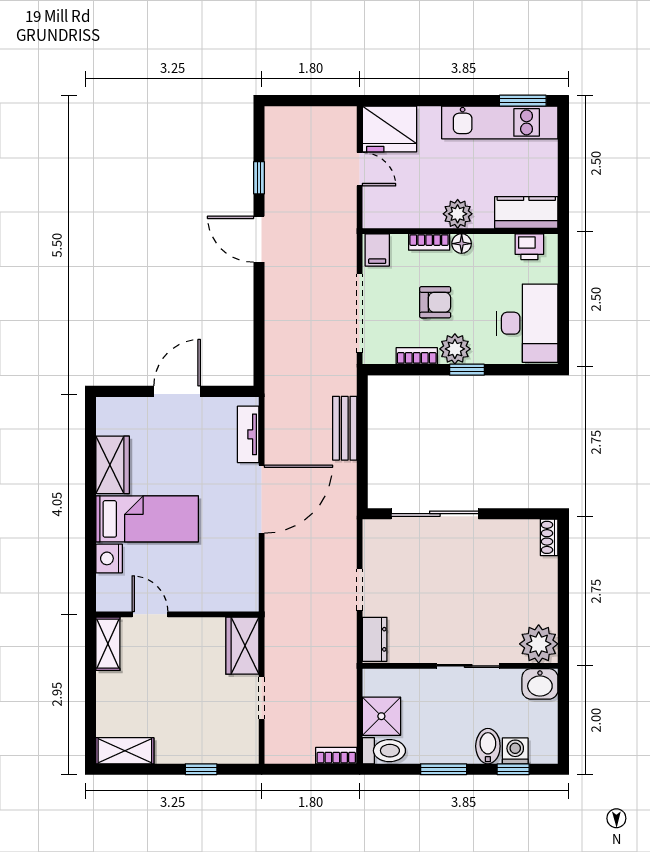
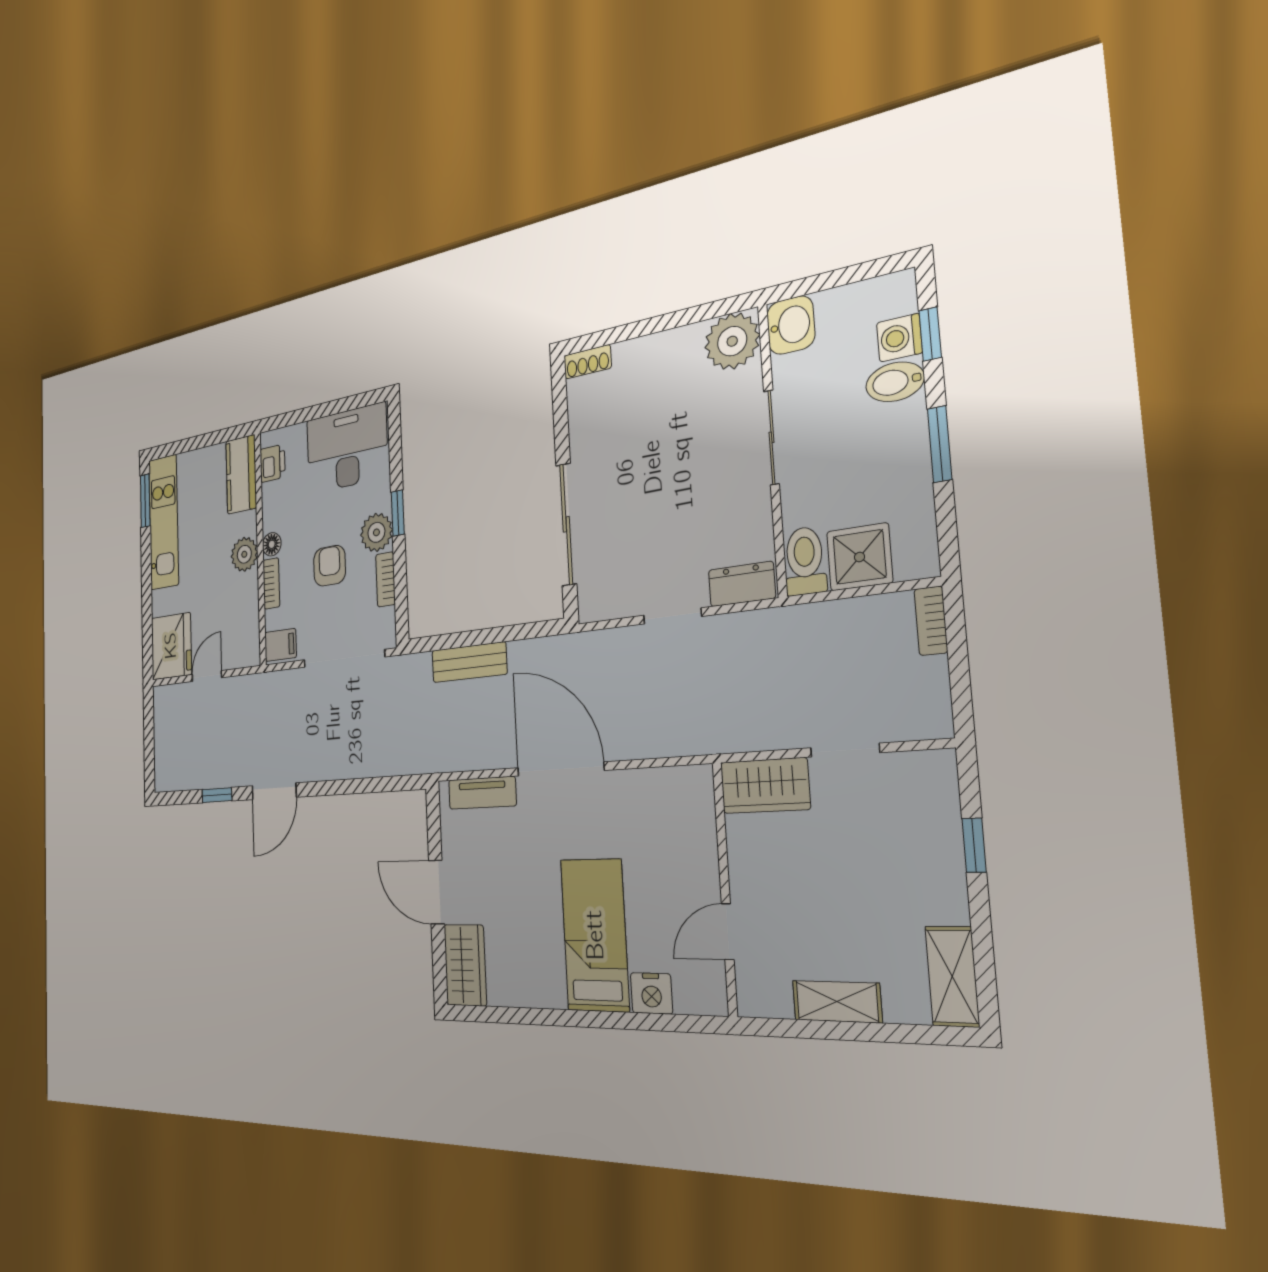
wardrobe: (113, 465) -> (465, 965), moved, turned 90
shelving: (108, 644) -> (837, 1002), moved
toilet: (384, 751) -> (805, 561), moved

